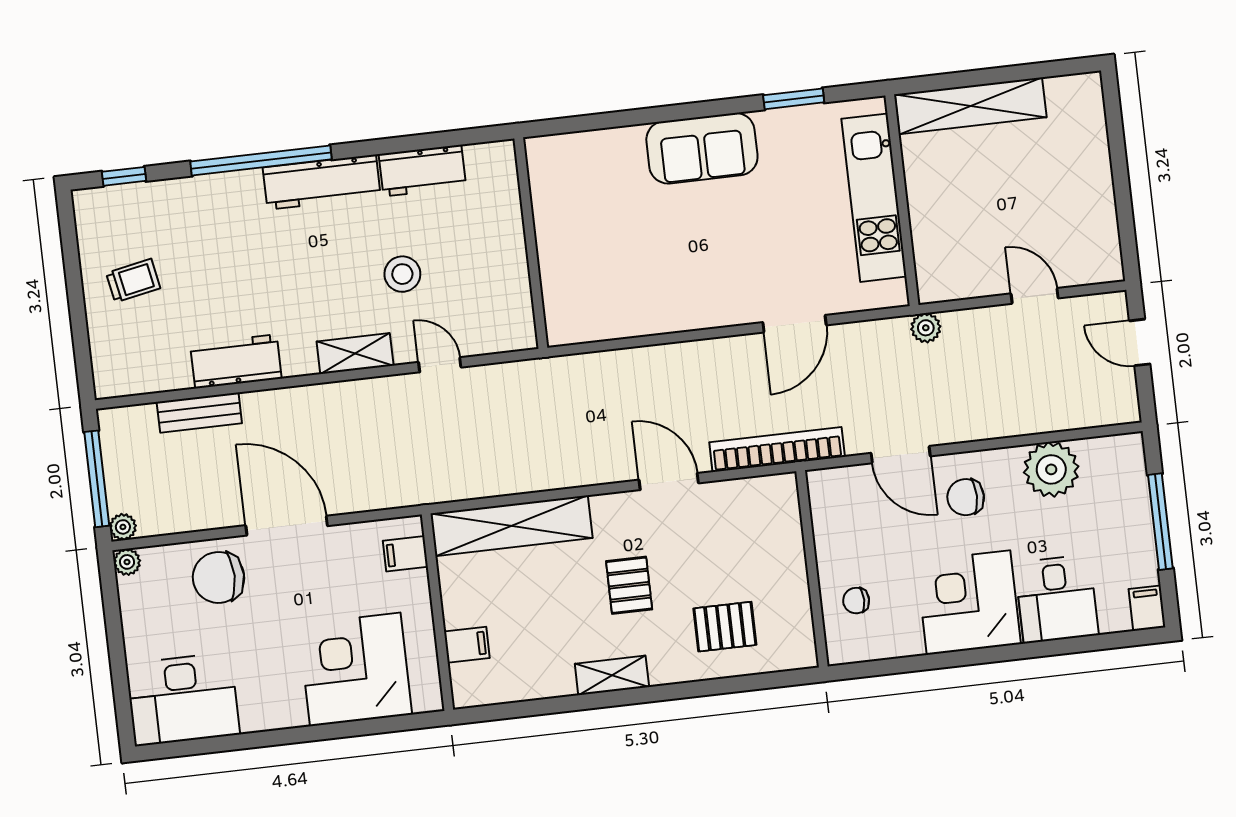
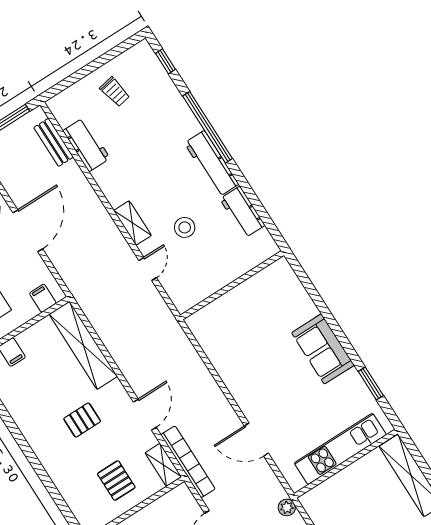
workbench: (236, 361) -> (86, 145), moved
bench: (199, 413) -> (54, 142), moved
pallet: (725, 627) -> (116, 481), moved
shelving: (612, 675) -> (163, 465), moved

